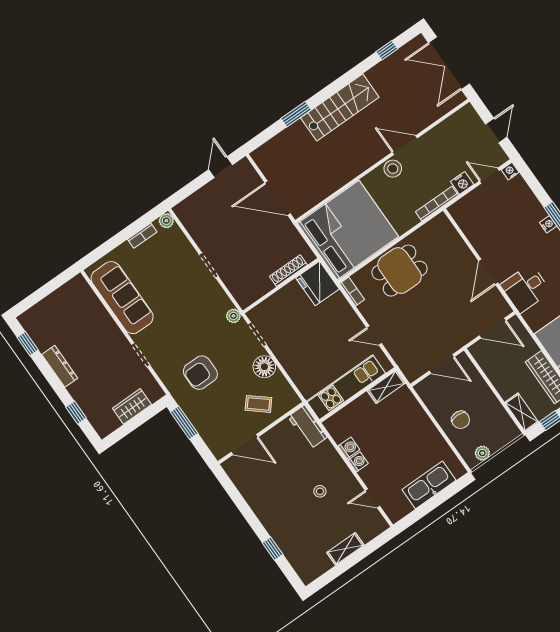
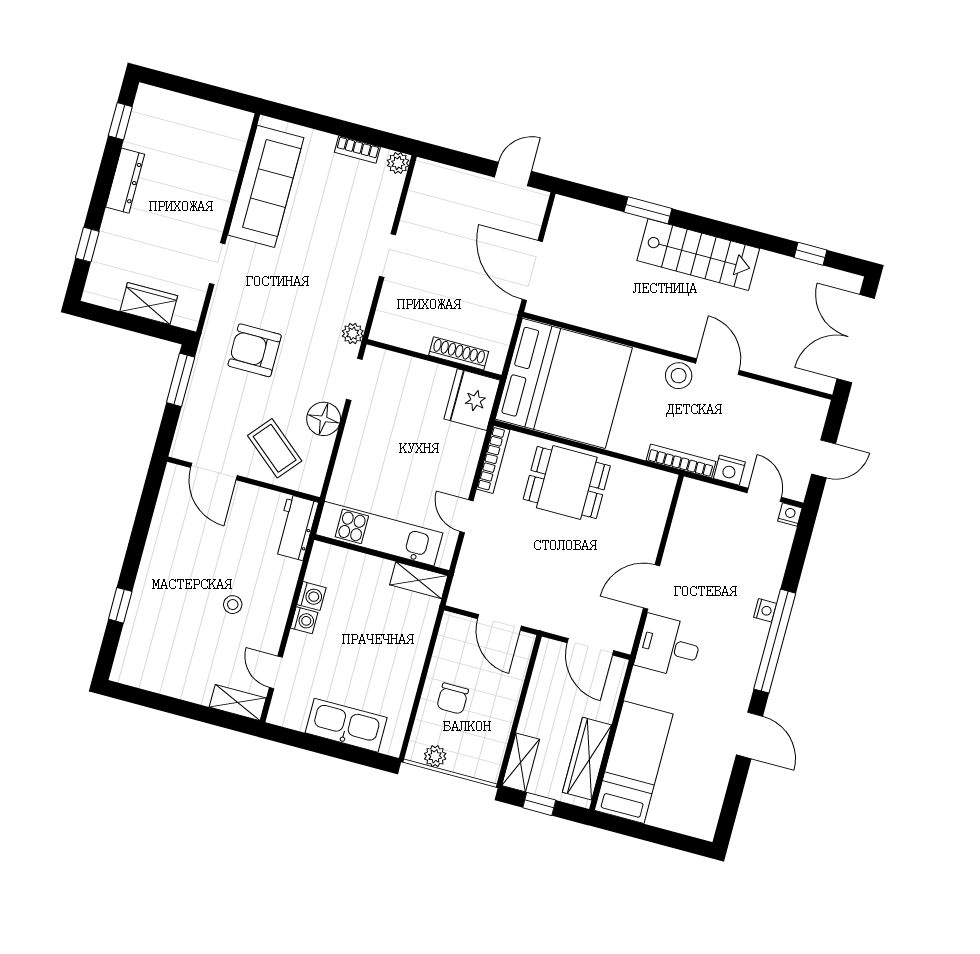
bookcase: (352, 292) -> (493, 459), width x1.56
coffee table: (258, 404) -> (275, 448), width x1.36, depth x1.30
shelving: (345, 549) -> (238, 703), moved

